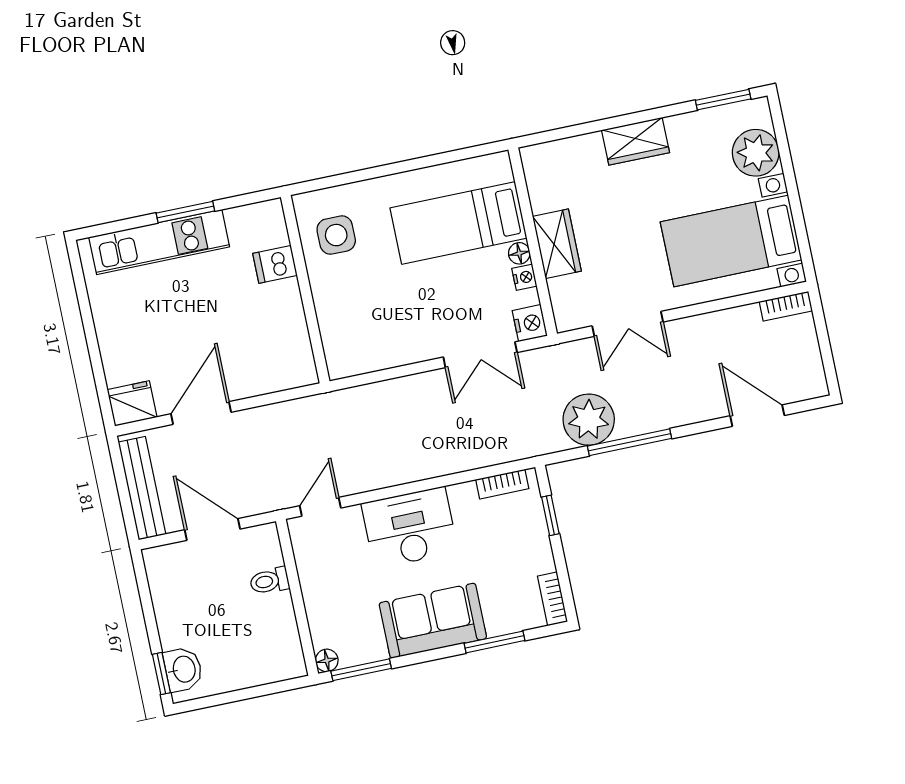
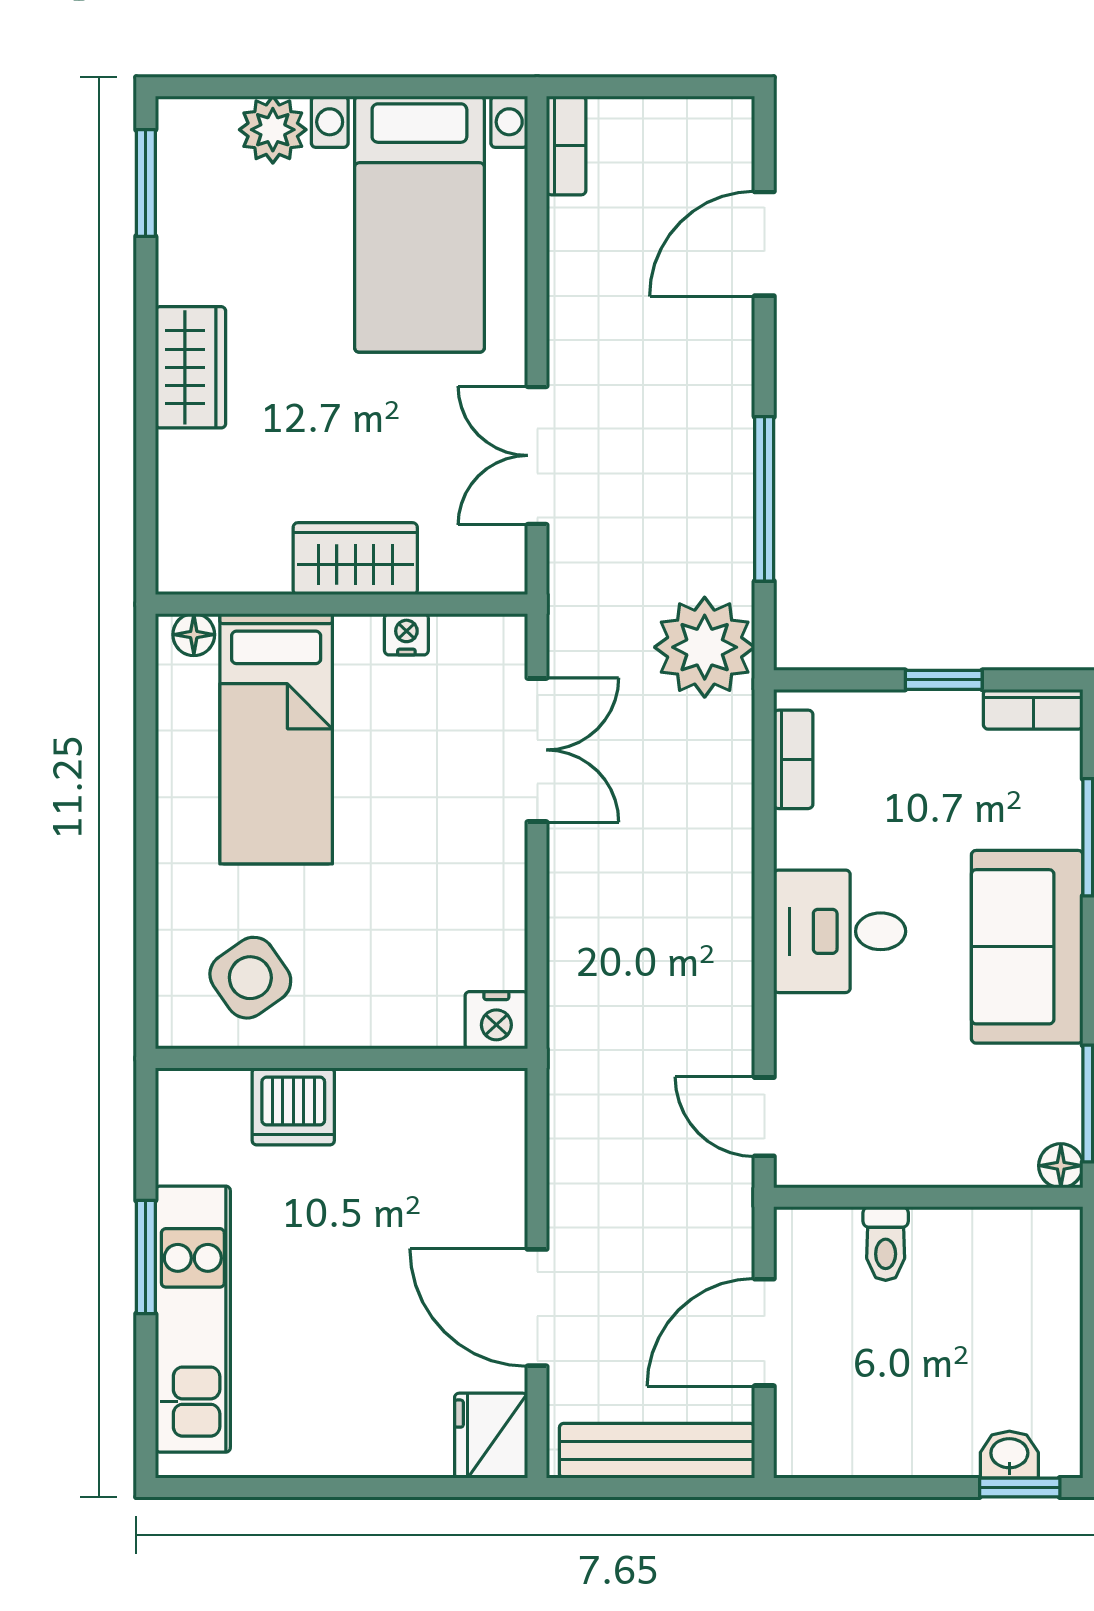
plant: (756, 153) -> (273, 130), width x0.73, depth x0.73
side table: (336, 235) -> (250, 978), turned -35
floor lamp: (519, 253) -> (194, 635), moved
dishwasher: (275, 264) -> (293, 1106), width x1.38
nightstand: (530, 323) -> (496, 1020), moved, turned 180
double door: (628, 324) -> (537, 455), swing flipped
plant: (589, 420) -> (705, 647), moved
window: (550, 515) -> (944, 680), moved
desk: (410, 528) -> (840, 931), width x0.73
washbasin: (183, 669) -> (1009, 1455), width x0.72, depth x0.69

